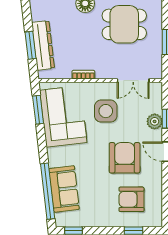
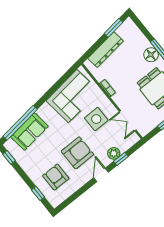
window: (31, 45) -> (114, 28), moved
window: (38, 110) -> (64, 78), removed

